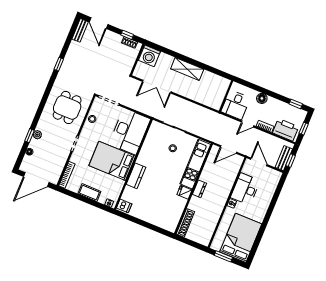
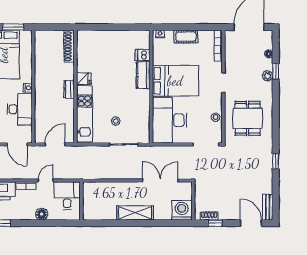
dishwasher: (124, 206) -> (143, 55), moved

